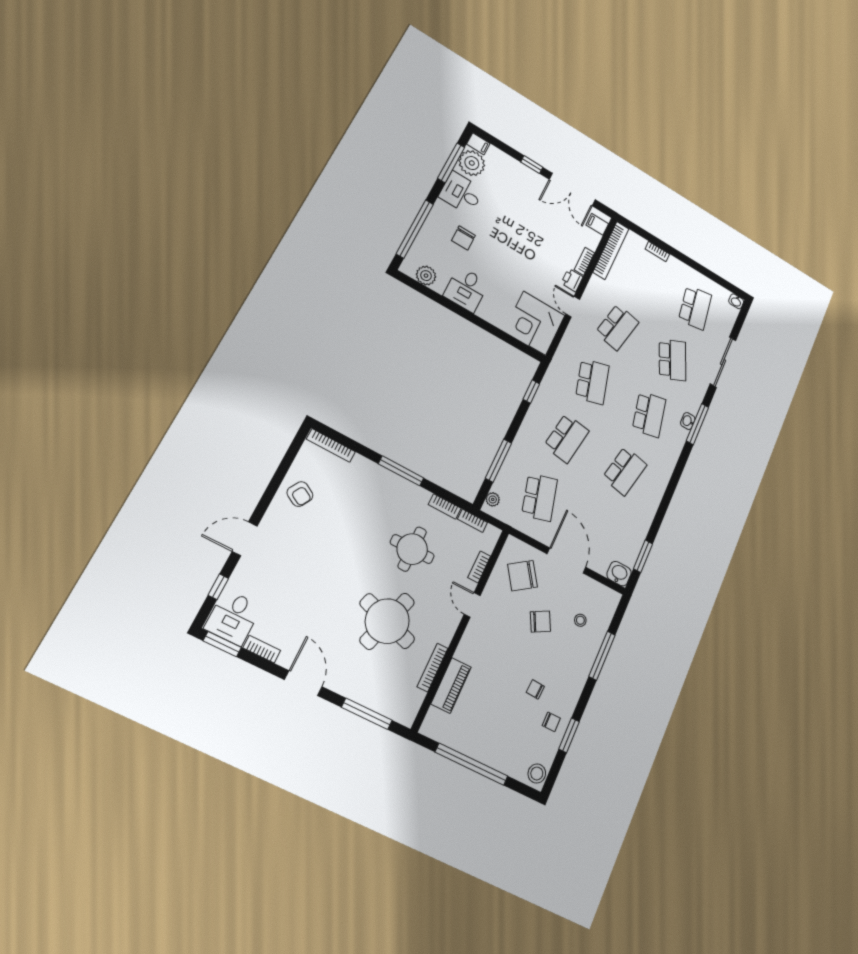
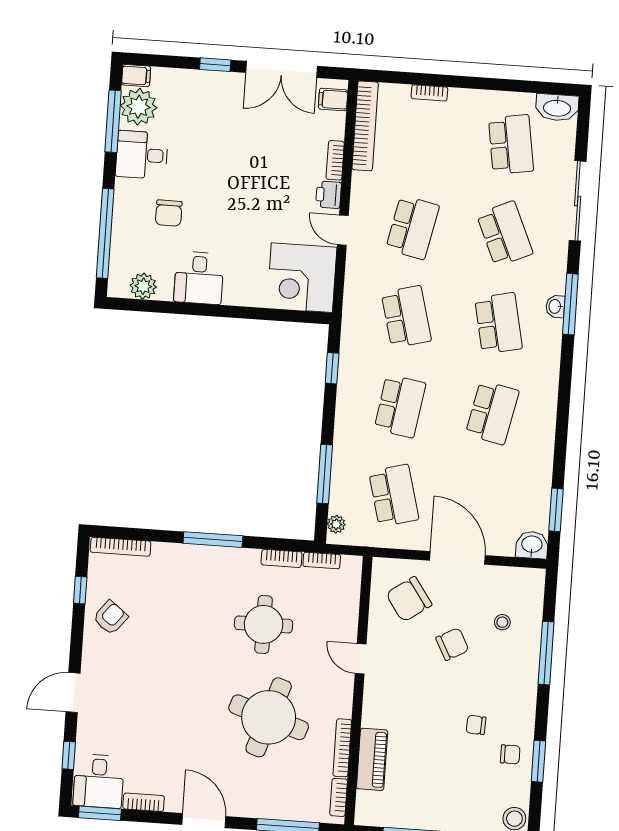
washbasin: (736, 301) -> (557, 108), width x1.91, depth x1.45
window: (286, 463) -> (80, 590), added
armchair: (300, 494) -> (110, 617), turned -82
bookcase: (479, 567) -> (339, 797), moved

